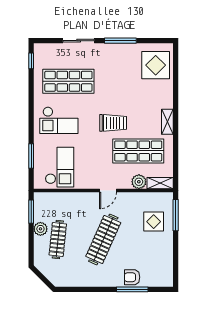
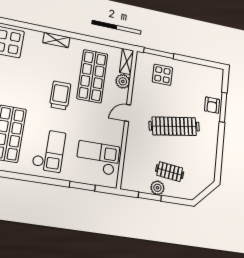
shelving: (167, 122) -> (56, 40), moved
door: (108, 191) -> (128, 113), swing flipped
window: (31, 212) -> (150, 197), moved
clothes rail: (58, 239) -> (170, 172), width x0.73
clothes rail: (103, 239) -> (174, 126), turned -33

